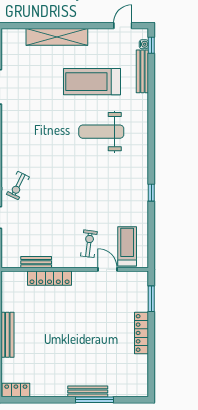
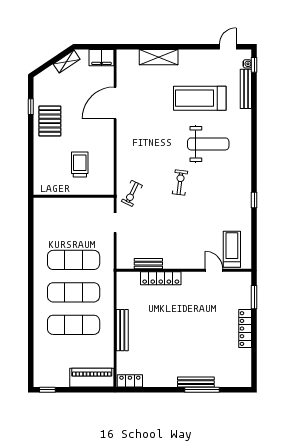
shelving: (57, 37) -> (159, 57), width x0.68
weight bench: (101, 132) -> (208, 144), turned 180
exercise bike: (89, 244) -> (180, 183), moved

